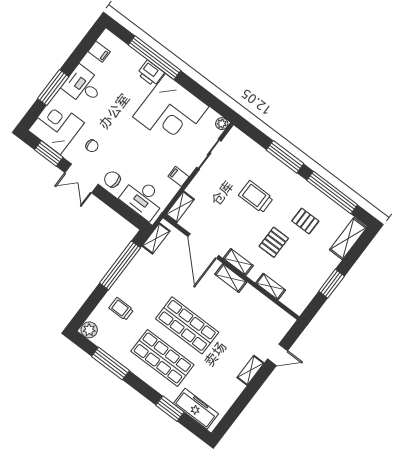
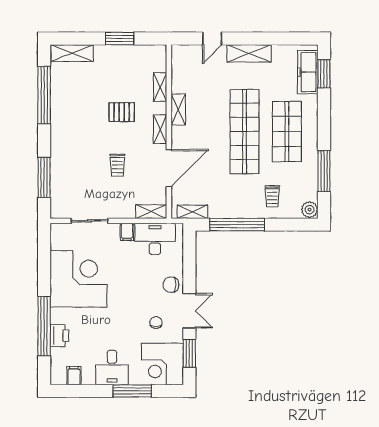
printer: (151, 73) -> (59, 336), moved
plant: (222, 124) -> (56, 229), removed
window: (285, 157) -> (44, 177), moved
chair: (112, 179) -> (171, 285), turned 90
trolley: (256, 197) -> (117, 165), moved, width x0.73, depth x0.72
desk: (143, 198) -> (155, 239), moved, turned -90
pallet: (305, 221) -> (84, 99), removed
shelving: (231, 278) -> (178, 110), moved
shop shelf: (187, 325) -> (245, 132), width x1.40
door: (278, 355) -> (212, 39), swing flipped
shelving: (251, 370) -> (249, 53), width x1.50, depth x1.33
window: (170, 409) -> (324, 74), moved

